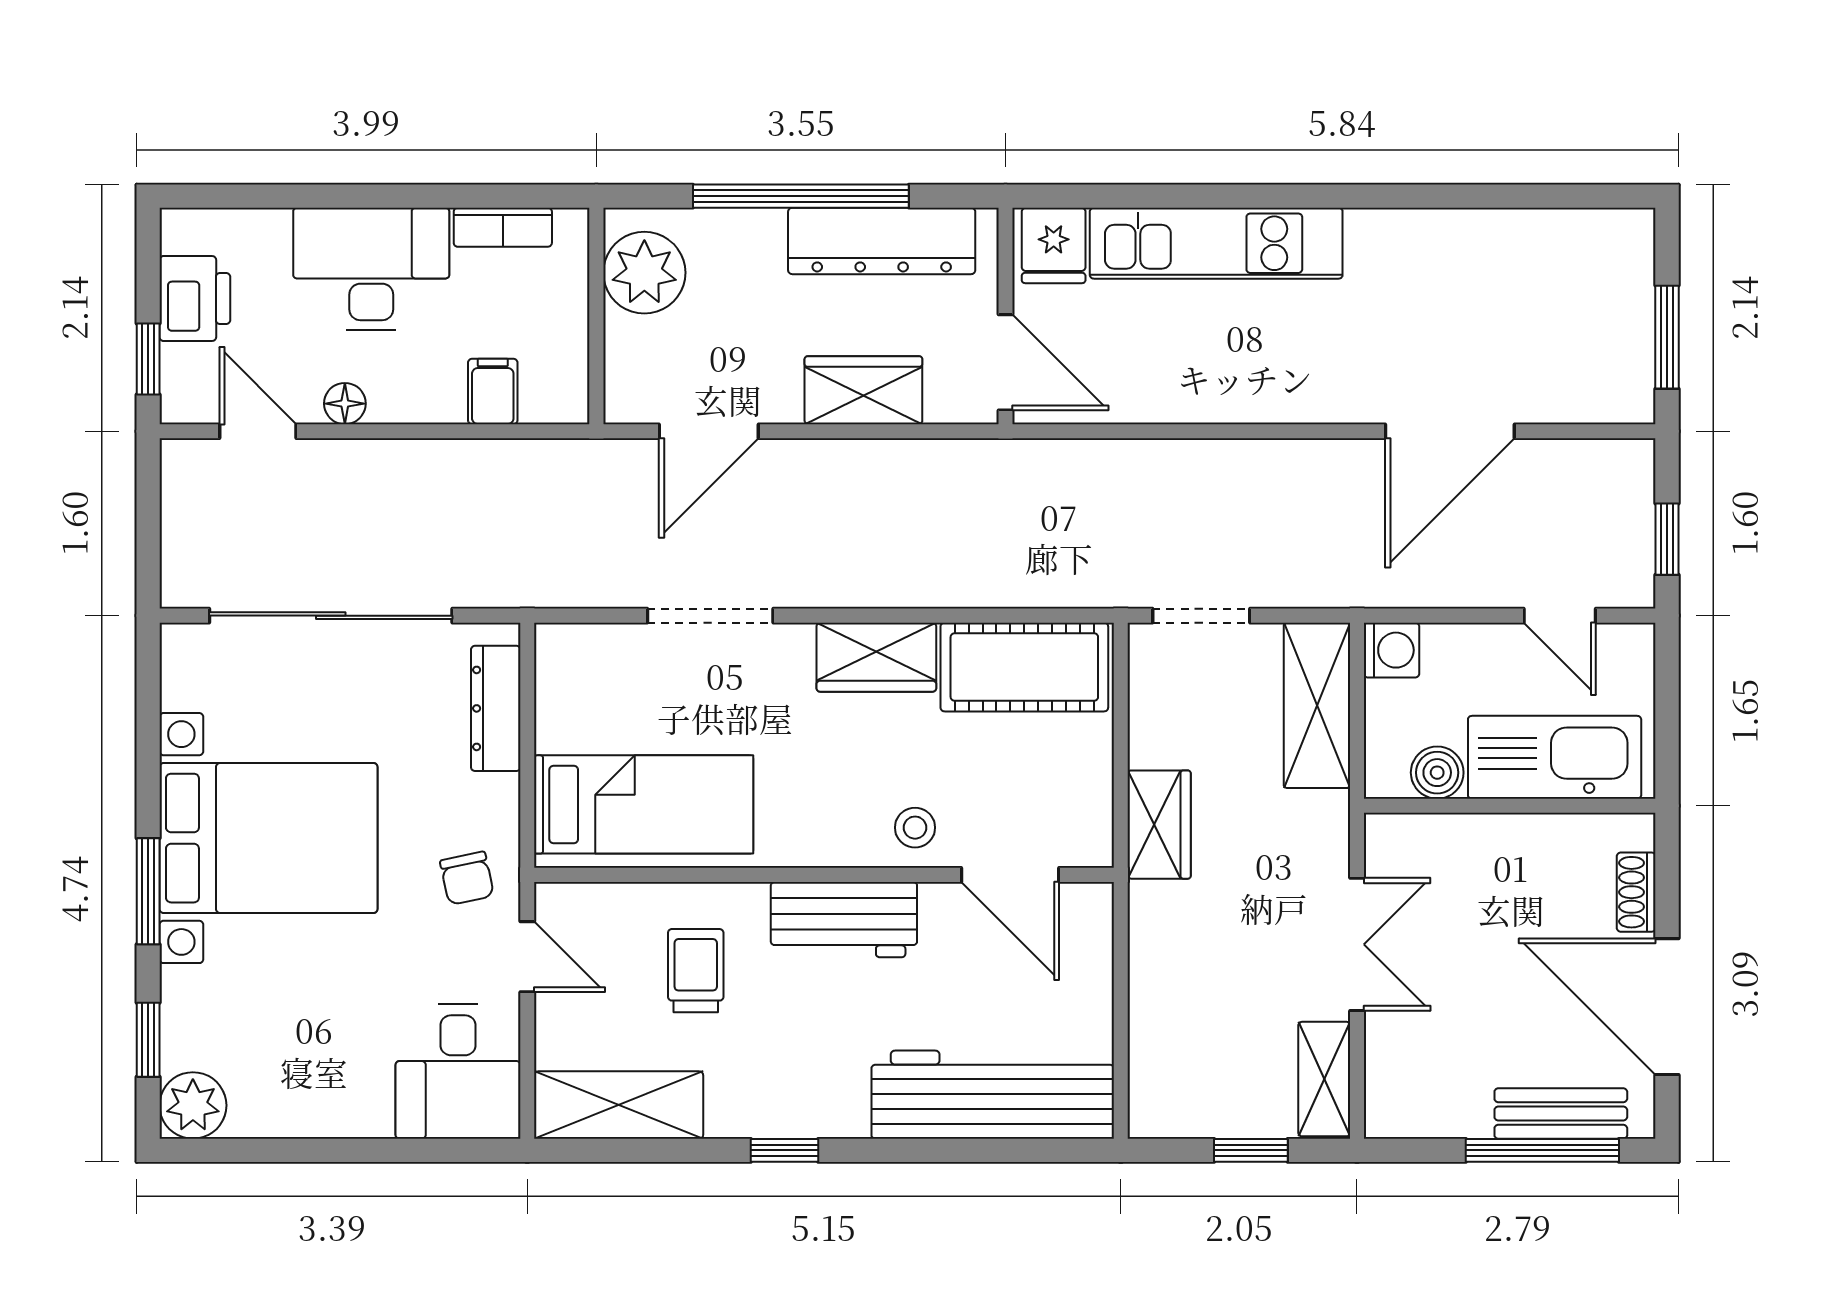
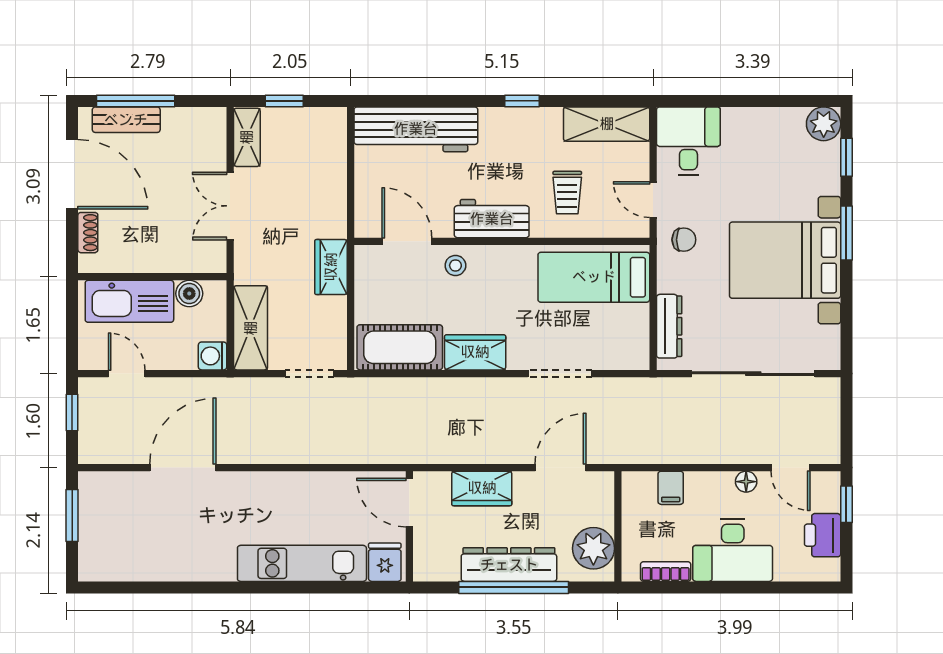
dresser: (882, 241) -> (509, 565), moved
chair: (467, 878) -> (684, 240), turned 102

